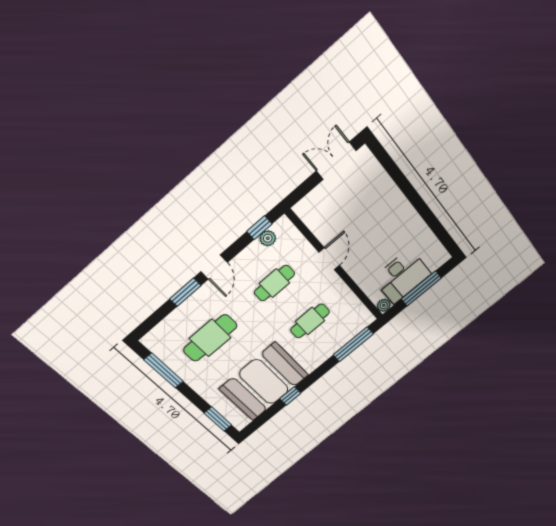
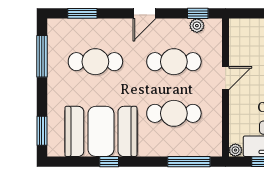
cafe table: (274, 283) -> (174, 62), width x1.37, depth x1.35
window: (185, 292) -> (82, 13), moved
cafe table: (310, 321) -> (174, 113), width x1.37, depth x1.35

